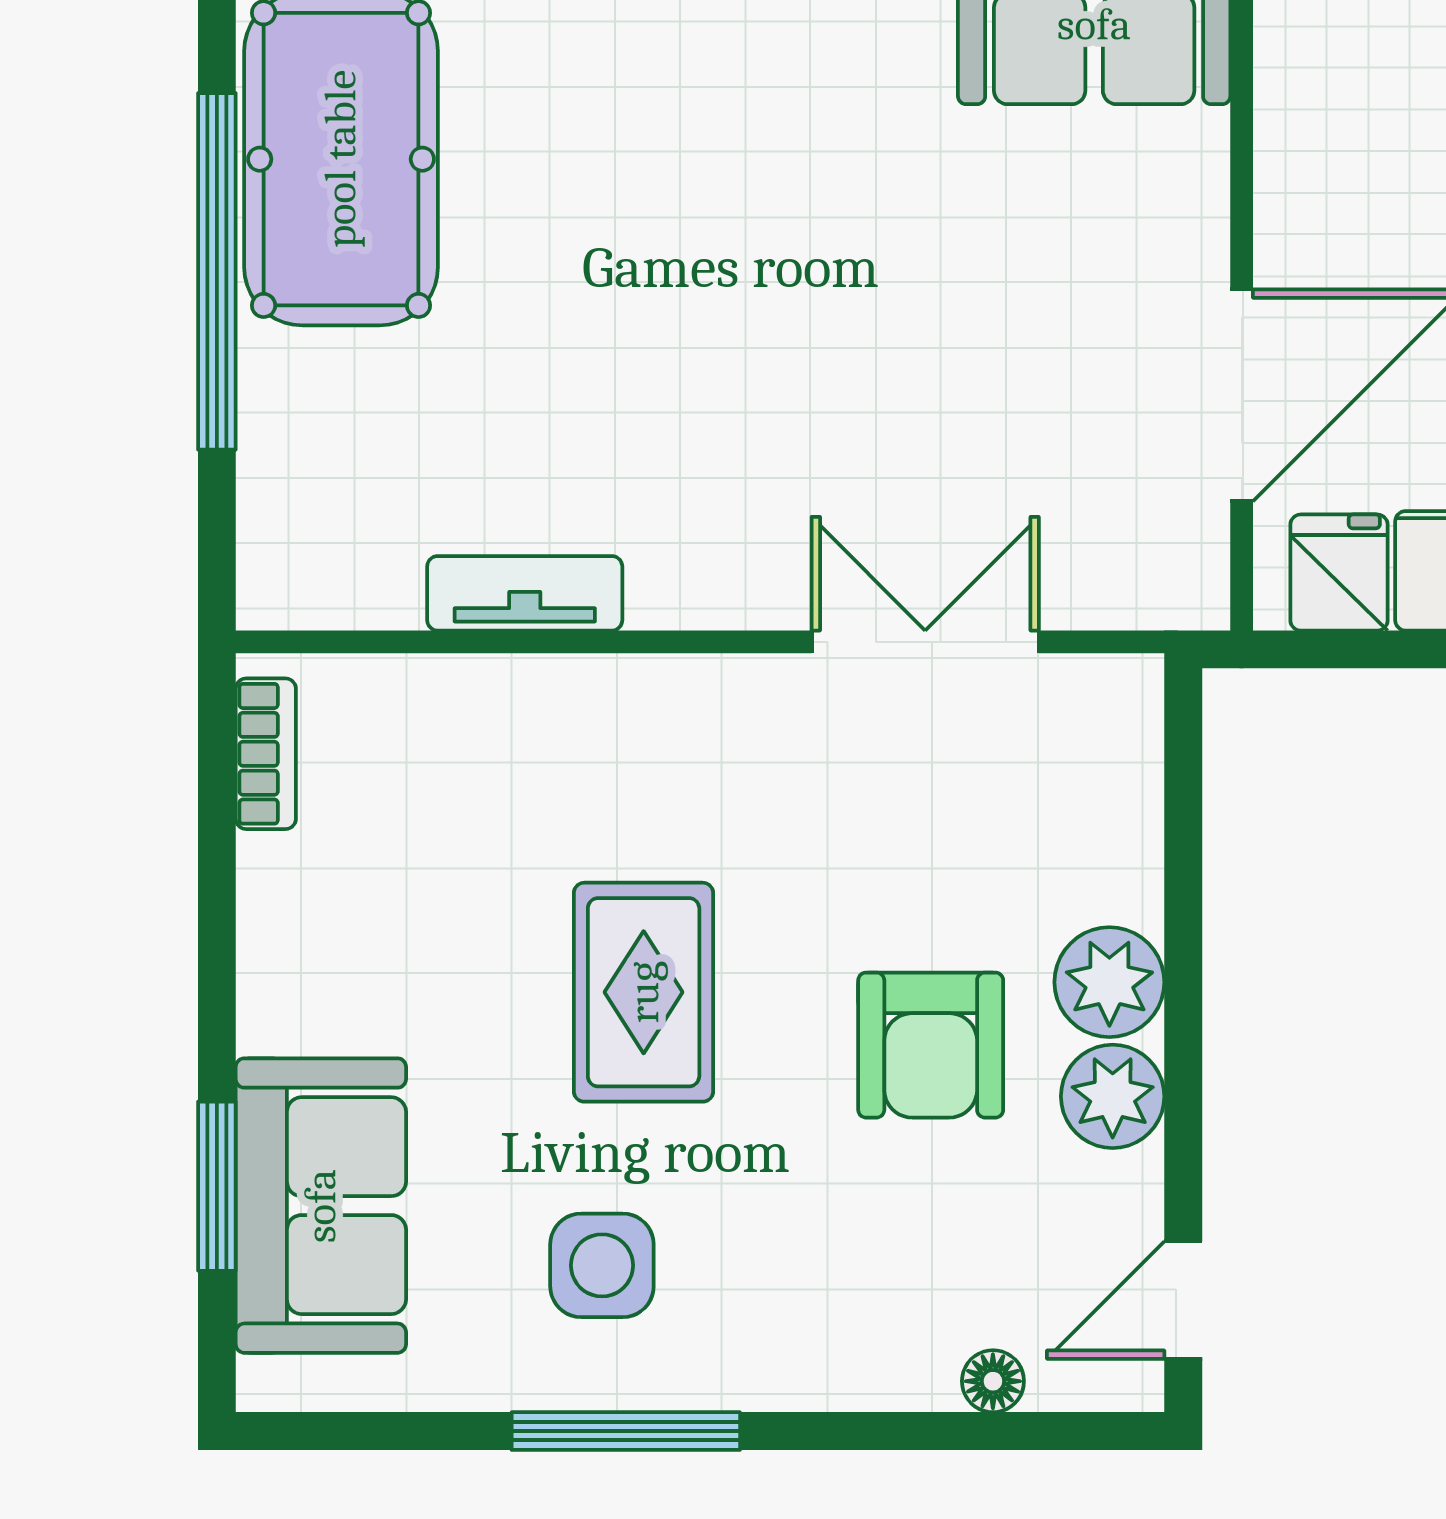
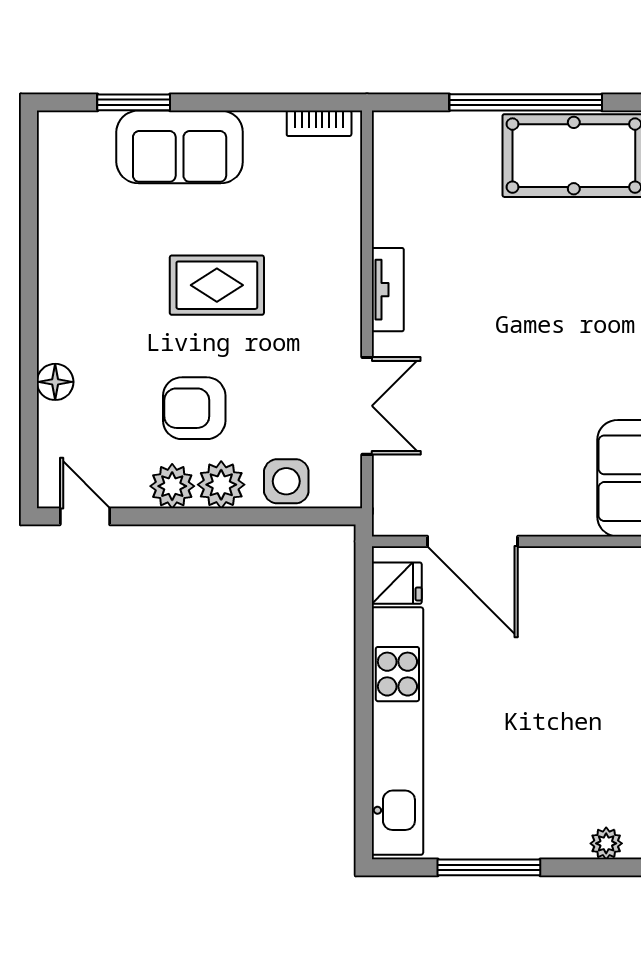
tv unit: (525, 593) -> (388, 290), moved
sofa: (321, 1206) -> (180, 147), moved
side table: (602, 1265) -> (286, 481), moved
floor lamp: (993, 1381) -> (55, 382), moved, width x1.37, depth x1.37
window: (626, 1431) -> (29, 278), removed

